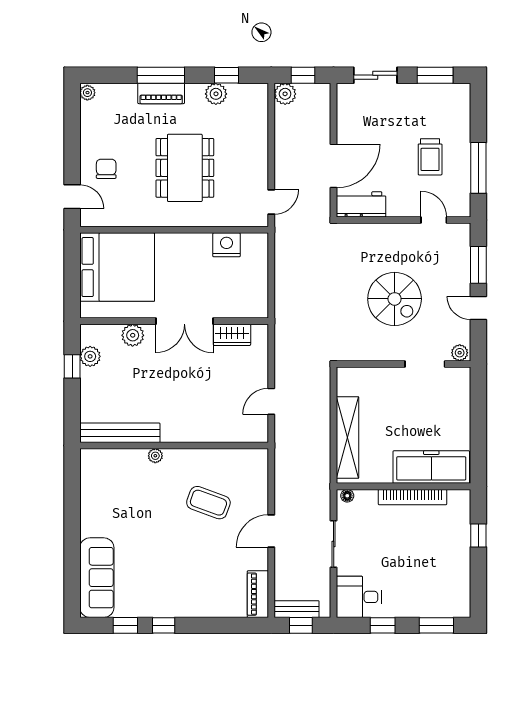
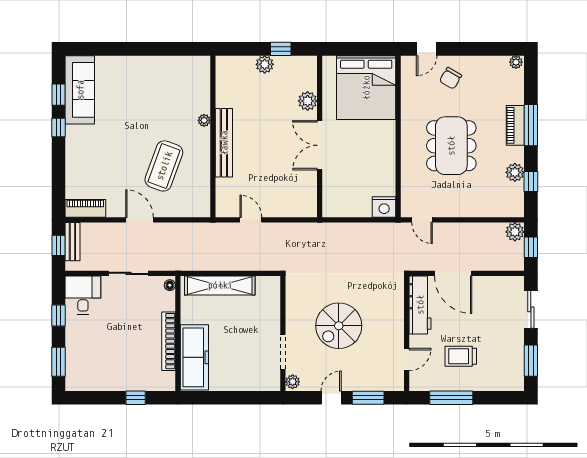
dining table: (185, 168) -> (451, 146), turned 90
chair: (106, 169) -> (451, 78), turned 120
workbench: (361, 204) -> (420, 305), width x1.38
nightstand: (227, 245) -> (384, 207), moved, turned 90
wardrobe: (232, 335) -> (308, 186), removed
plant: (90, 356) -> (265, 64), moved
bench: (120, 433) -> (224, 143), moved
coffee table: (208, 503) -> (164, 166), width x1.36, depth x1.32
sofa: (97, 578) -> (80, 90), moved, turned -90

